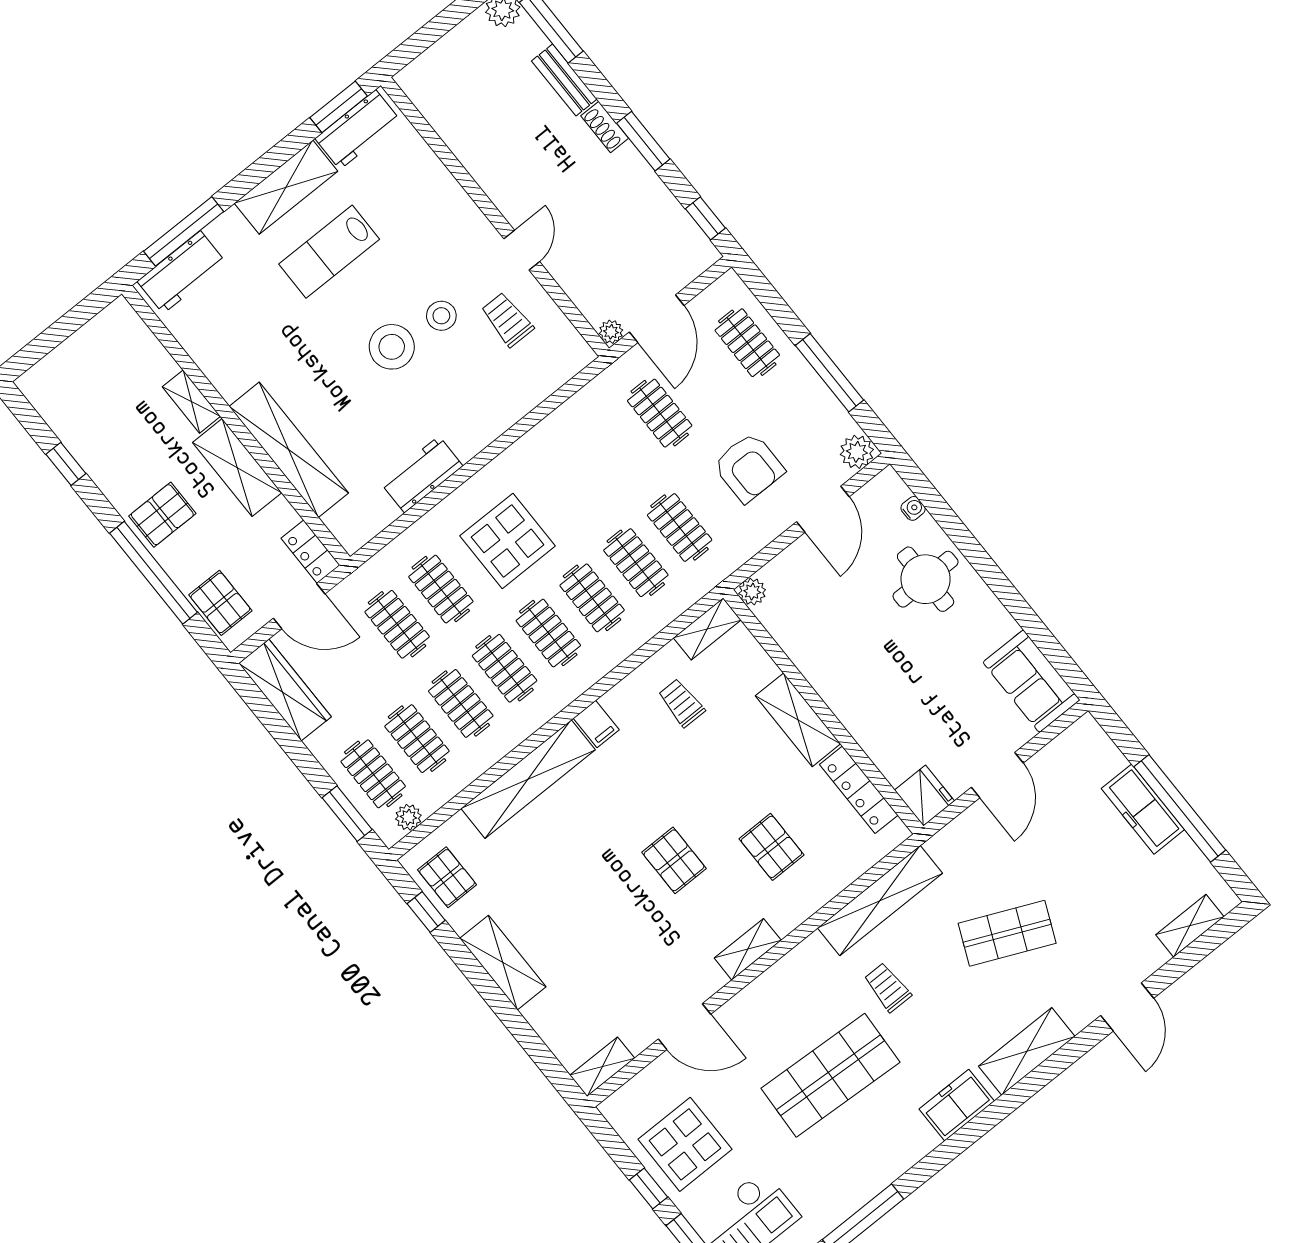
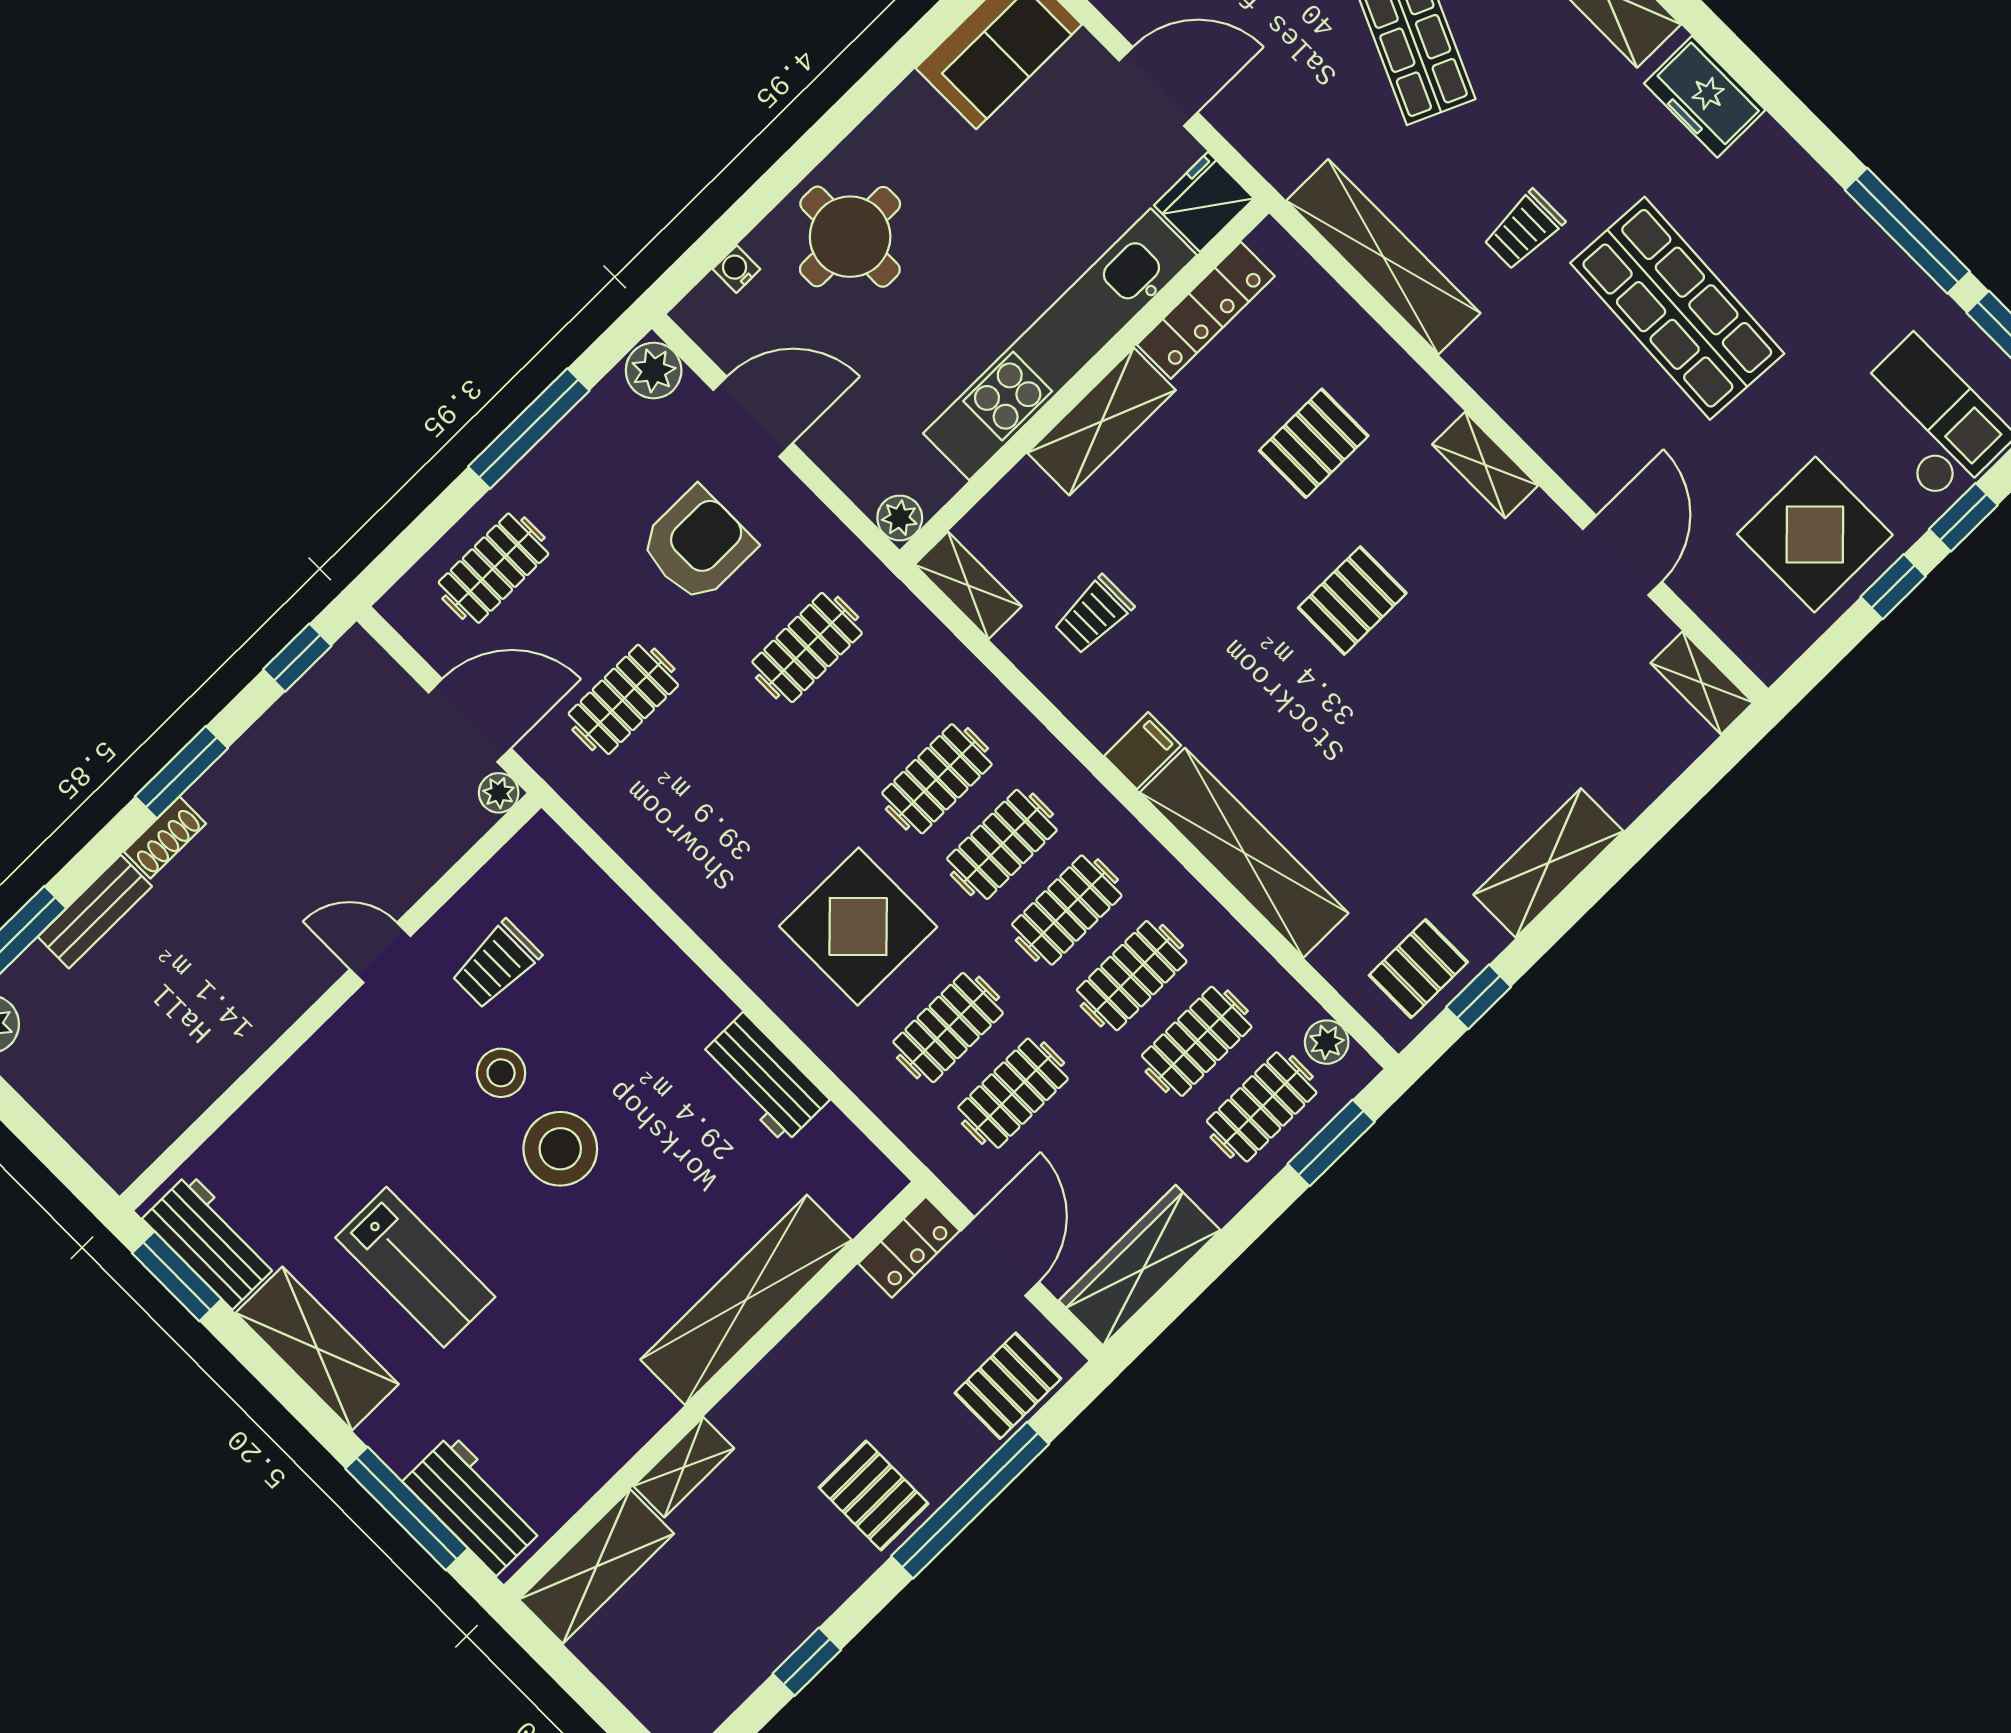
shelving: (237, 468) -> (596, 1566), moved
clothes rail: (636, 563) -> (872, 713), removed
kitchen unit: (847, 700) -> (1060, 344), added

